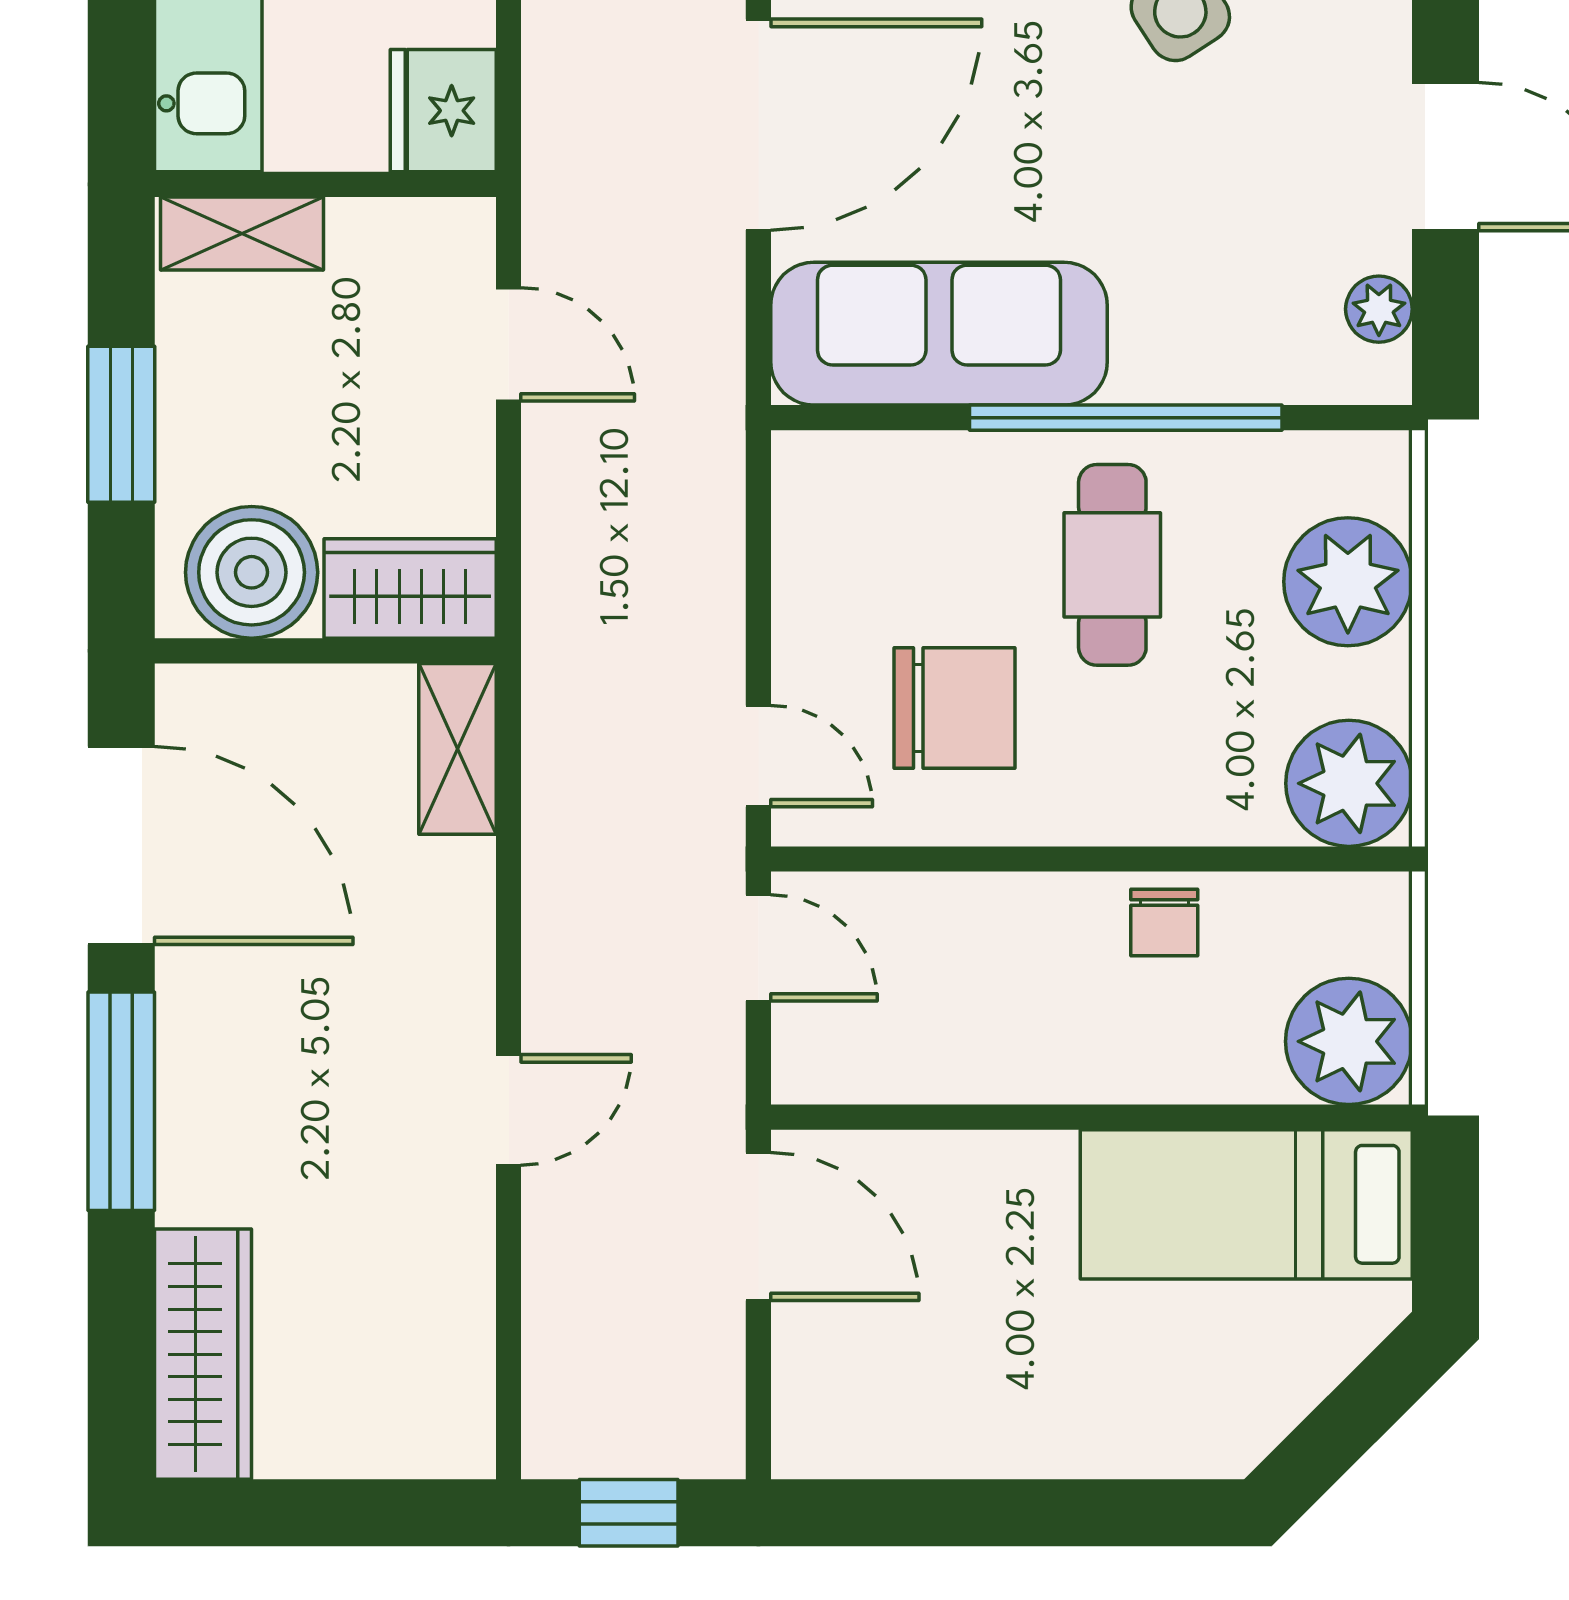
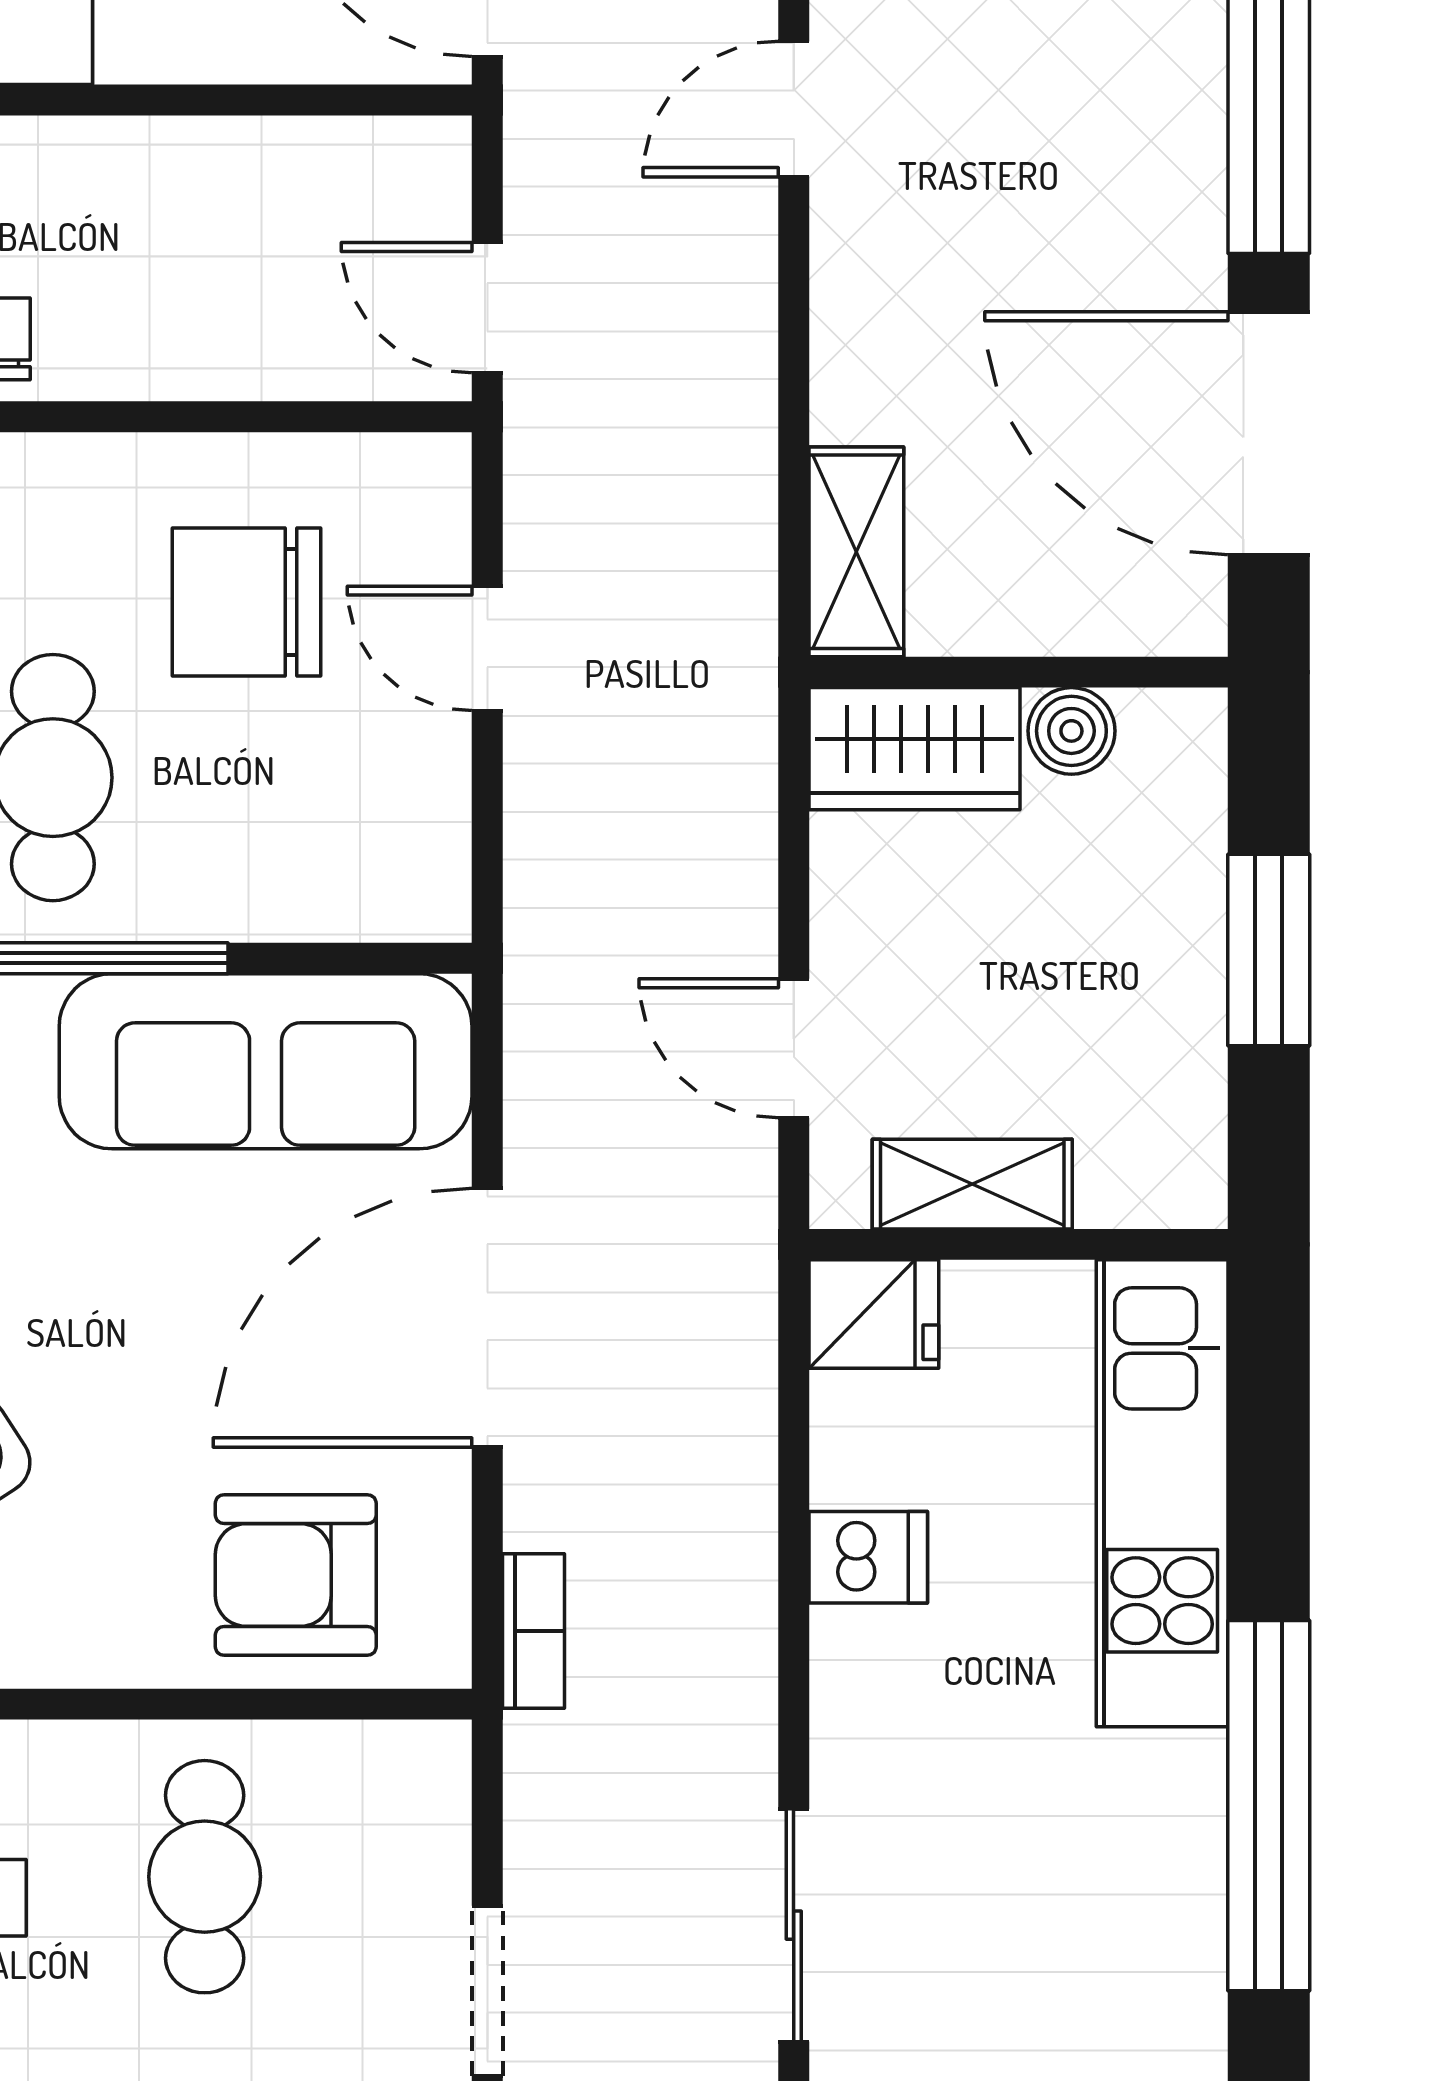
fridge: (443, 111) -> (874, 1314), width x0.72
shelving: (242, 234) -> (972, 1184), moved
boiler: (252, 572) -> (1071, 731), width x0.54, depth x0.54
door: (758, 756) -> (487, 648), moved

